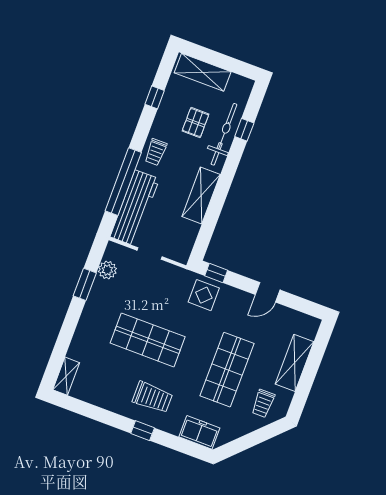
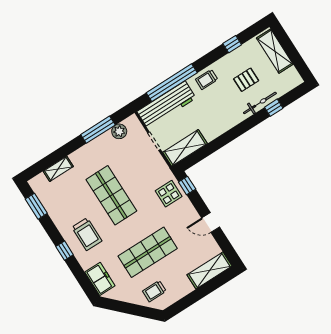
bicycle: (224, 134) -> (260, 103), width x0.73, depth x0.71
shelving: (201, 196) -> (185, 148), moved
window: (85, 284) -> (98, 130), width x1.44
shelving: (295, 363) -> (210, 270), moved
shelving: (66, 376) -> (58, 169), moved
window: (81, 408) -> (36, 206), added

